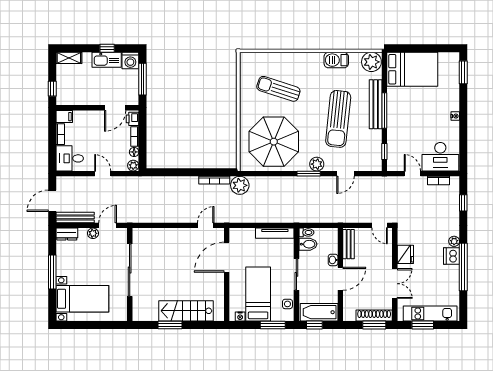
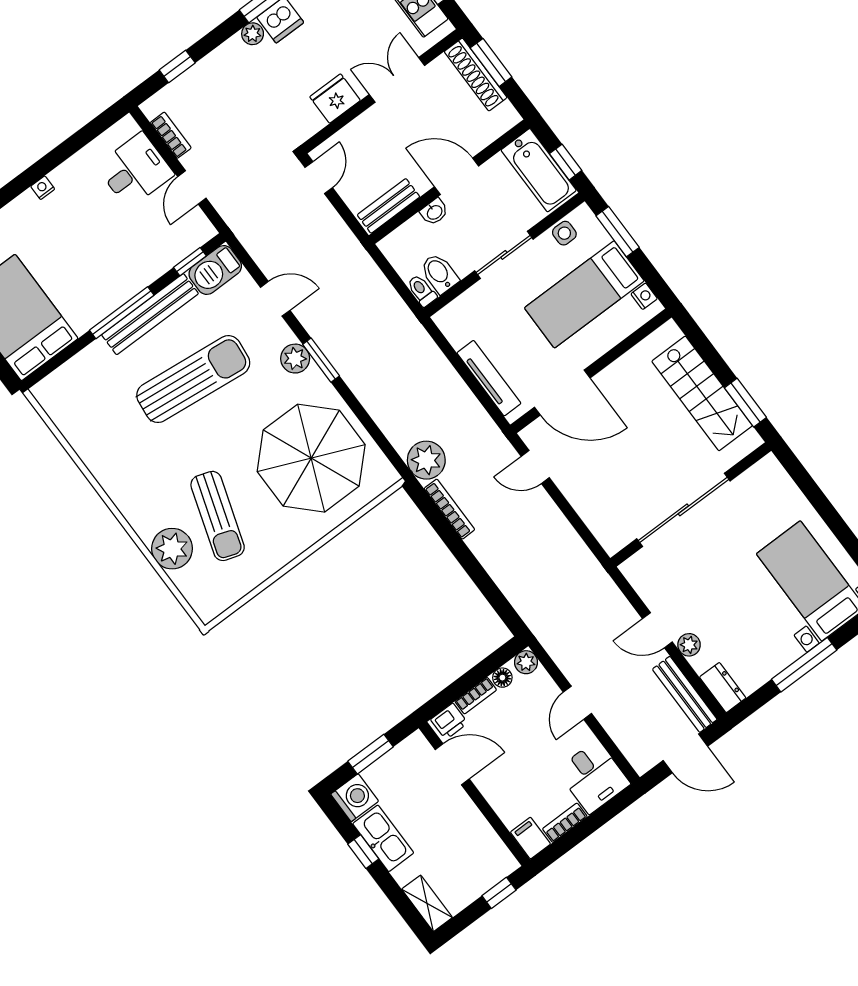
barbecue: (336, 60) -> (215, 270), moved, turned 90
plant: (371, 62) -> (172, 549), moved
window: (143, 79) -> (371, 754), width x0.69
bench: (376, 104) -> (150, 314), moved
desk: (440, 157) -> (135, 170), width x0.73
tv unit: (275, 233) -> (489, 378), moved
sliding door: (130, 270) -> (683, 510), moved
wall: (130, 274) -> (691, 504), moved

